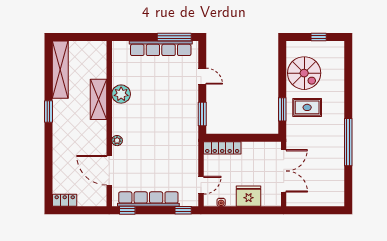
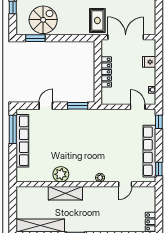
rug: (307, 107) -> (97, 21), moved
window: (282, 109) -> (35, 38), moved
locker: (222, 148) -> (106, 72), moved
door: (109, 170) -> (125, 184), width x0.53
fridge: (249, 196) -> (149, 62), width x0.53, depth x0.75

